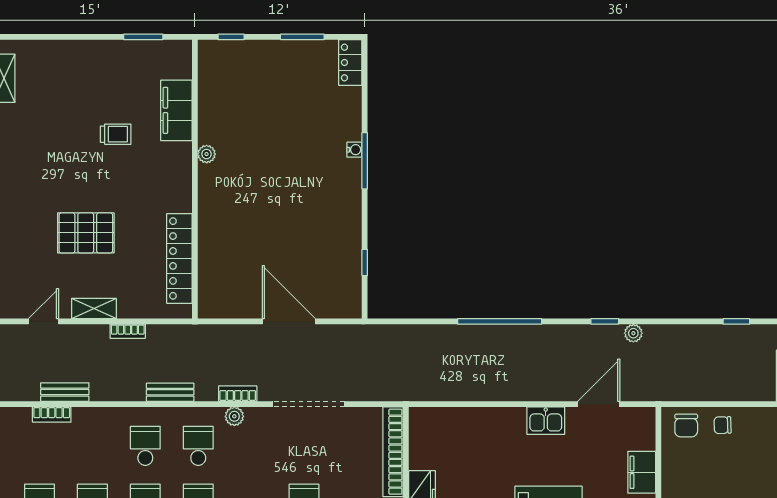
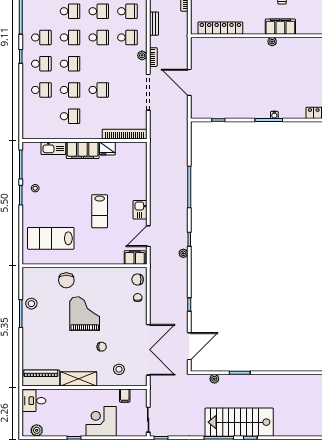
filing cabinet: (176, 110) -> (280, 27), moved
door: (289, 321) -> (189, 82), swing flipped
door: (599, 404) -> (148, 236), swing flipped
filing cabinet: (642, 472) -> (135, 257), moved

